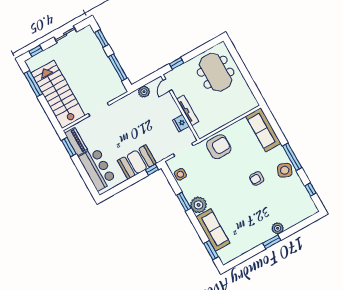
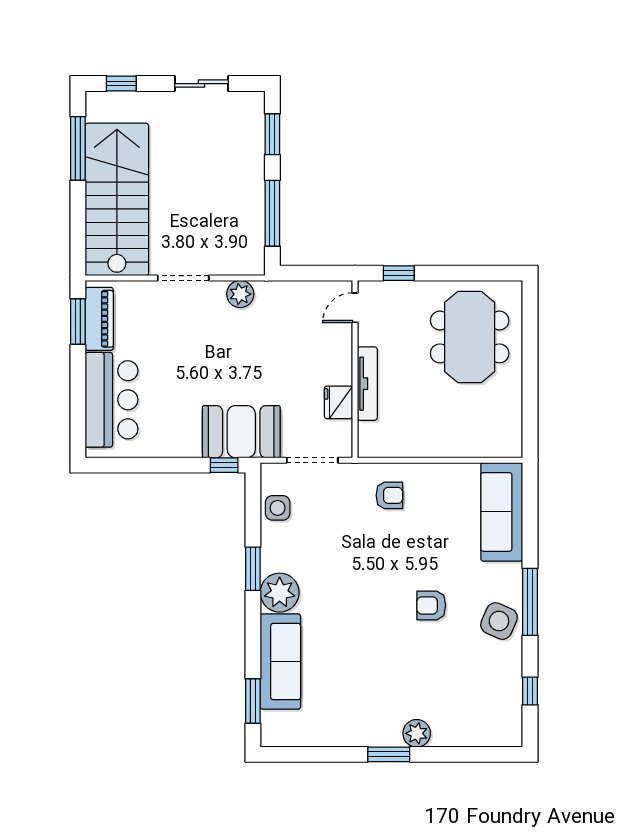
plant: (144, 92) -> (240, 294), moved
armchair: (219, 147) -> (389, 495), width x0.53, depth x0.53
booth: (137, 162) -> (241, 432), moved

